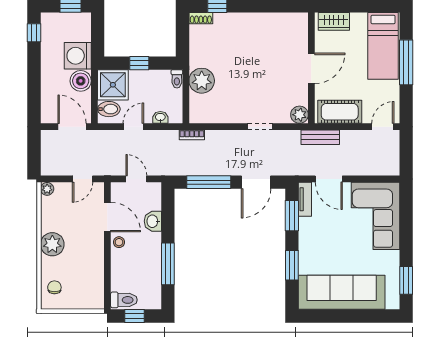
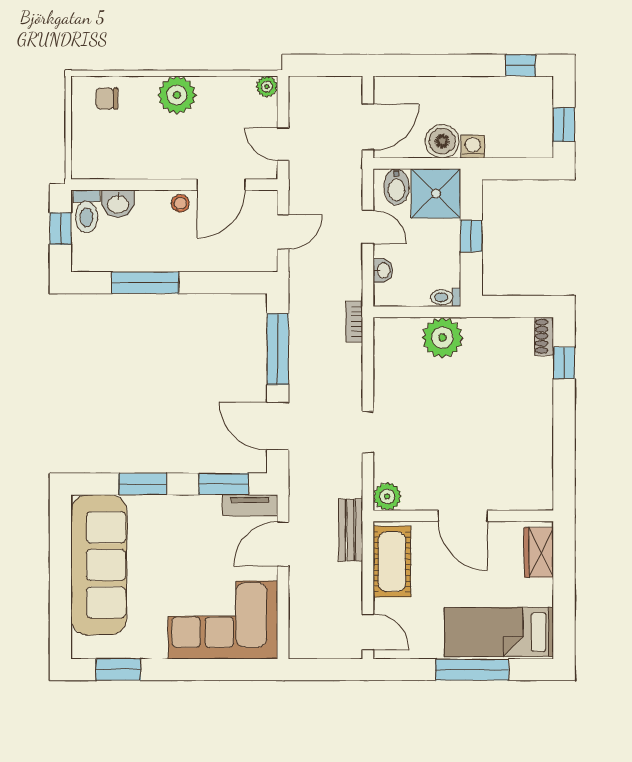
washing machine: (78, 56) -> (473, 147), width x0.53, depth x0.53
washbasin: (153, 221) -> (118, 204), moved, turned 180
chair: (54, 287) -> (107, 99), turned 180

